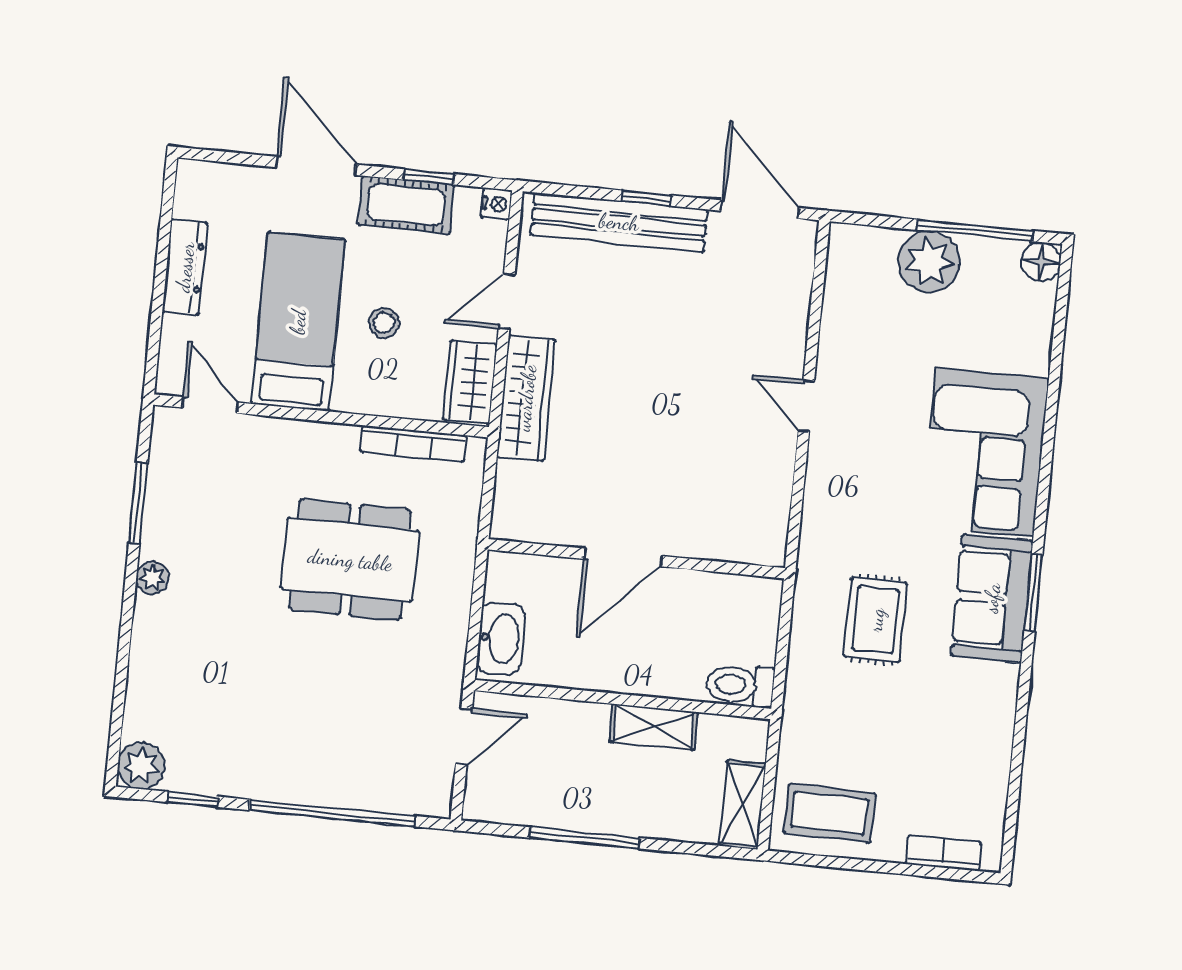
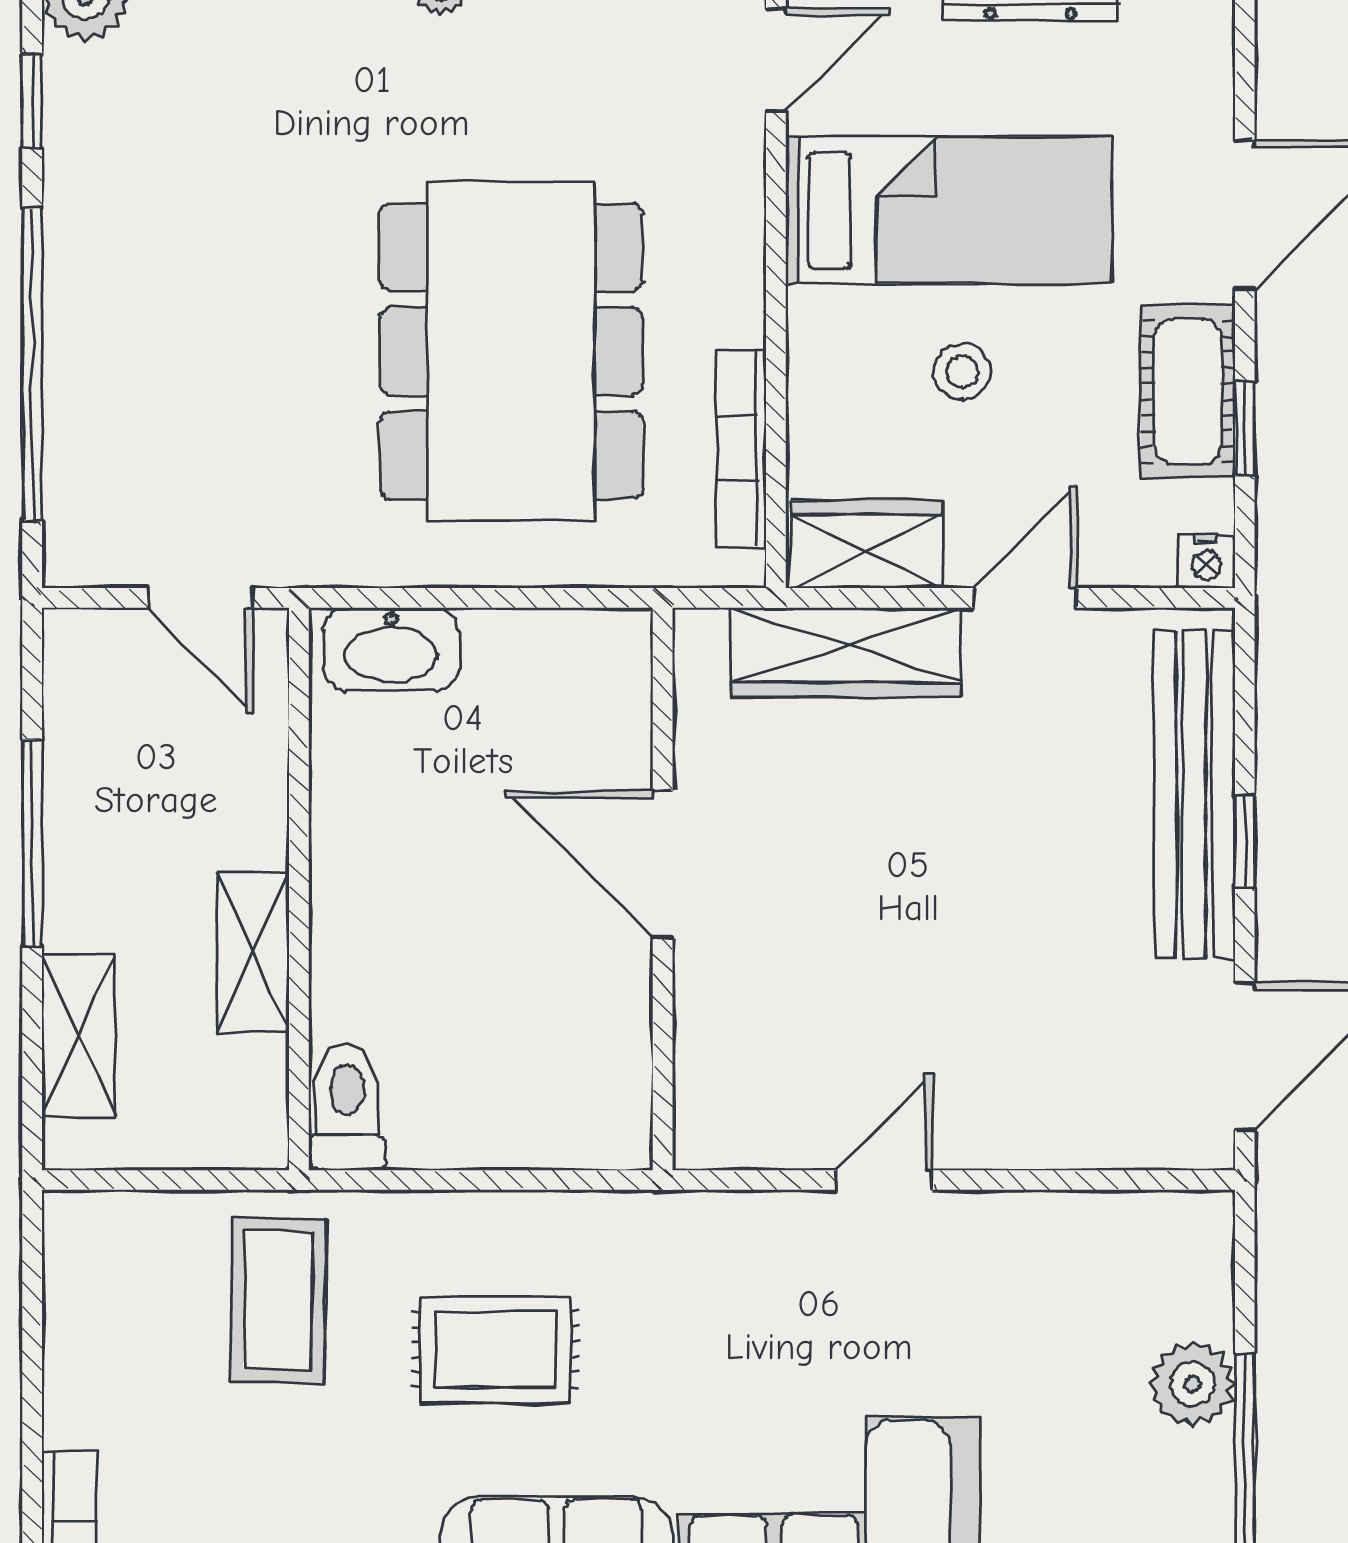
plant: (929, 262) -> (1193, 1384), width x0.73, depth x0.73
door: (507, 302) -> (1025, 598), hinge flipped
door: (623, 557) -> (663, 864), moved
wall: (636, 559) -> (663, 889), moved
dining table: (350, 560) -> (511, 351), width x1.36, depth x1.24
shelving: (742, 805) -> (78, 1036), moved, turned 90
coffee table: (830, 813) -> (278, 1300), moved

